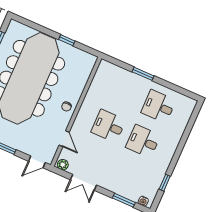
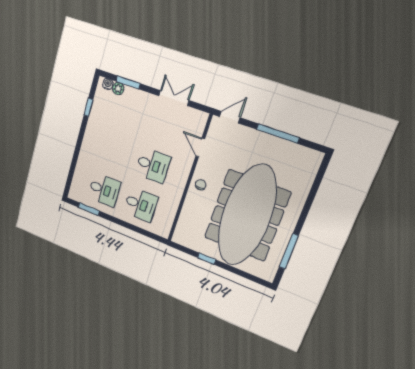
window: (143, 74) -> (89, 209), moved
desk: (143, 141) -> (141, 205), moved
plant: (63, 165) -> (118, 89), moved

